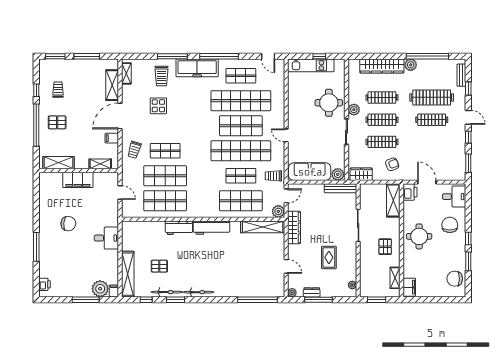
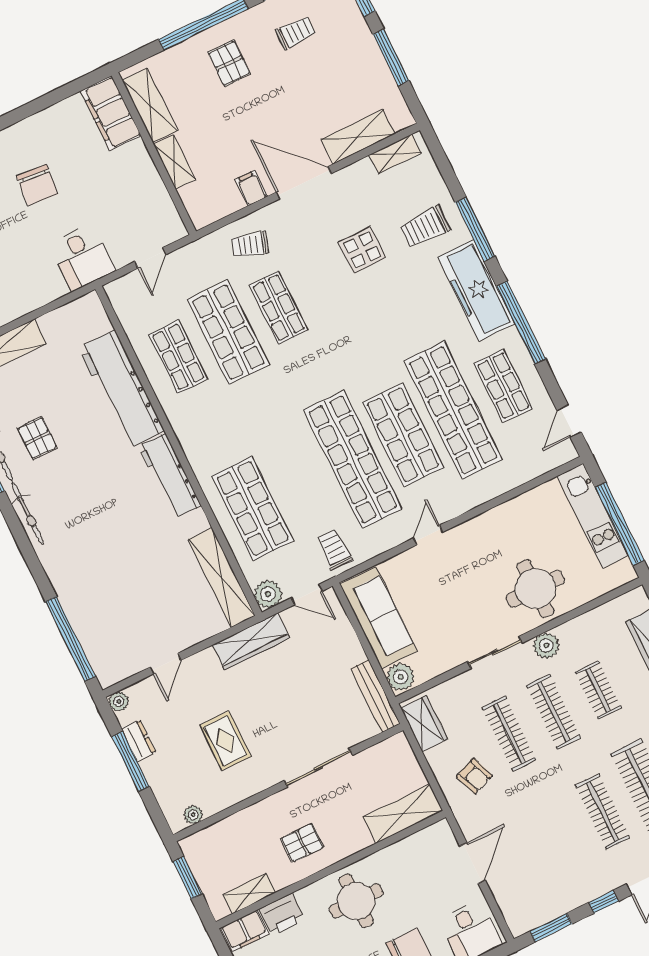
window: (319, 56) -> (620, 524), width x3.17
clothes rail: (382, 97) -> (598, 690), width x0.73
shelving: (100, 164) -> (174, 162), moved
shop shelf: (241, 176) -> (303, 484), removed
filing cabinet: (78, 180) -> (111, 113), moved
printer: (410, 192) -> (282, 914), moved
shop shelf: (165, 201) -> (178, 357), width x0.70, depth x0.74
workbench: (179, 228) -> (121, 389), width x1.88, depth x1.32
desk: (106, 238) -> (82, 258), moved
rug: (329, 257) -> (225, 741), turned 90
pallet: (159, 266) -> (37, 438), moved

